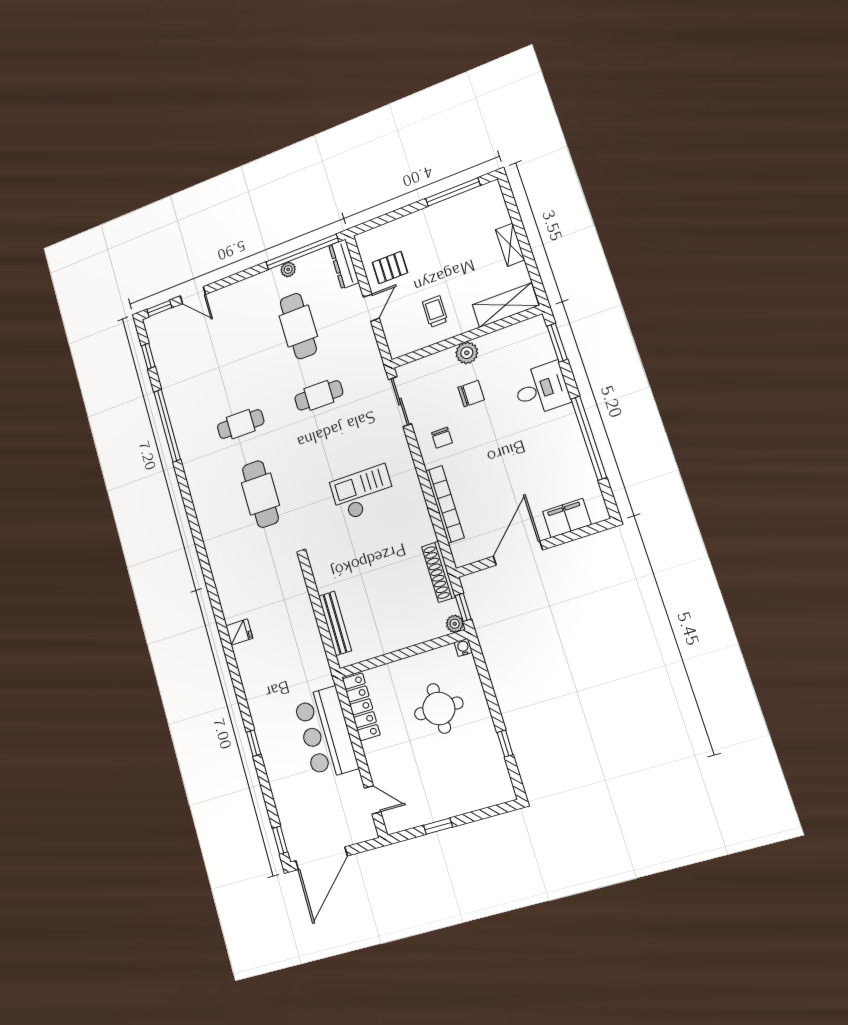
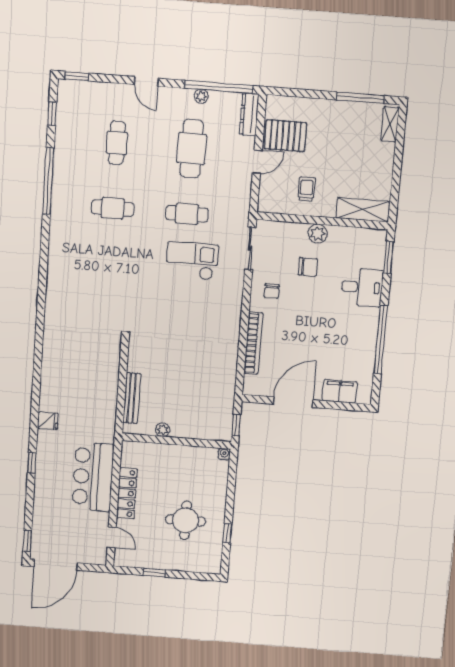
shelving: (510, 245) -> (390, 124), moved
pallet: (390, 268) -> (285, 136), width x1.50, depth x1.42
door: (193, 295) -> (146, 81), moved
checkout: (363, 493) -> (192, 261), moved
cafe table: (260, 494) -> (117, 143), moved, width x0.73, depth x0.74
shoe rack: (439, 572) -> (228, 392), removed
plant: (455, 624) -> (163, 430), moved
fridge: (239, 632) -> (48, 421), moved
locker: (361, 707) -> (127, 493), moved
round table: (439, 708) -> (186, 520), moved

